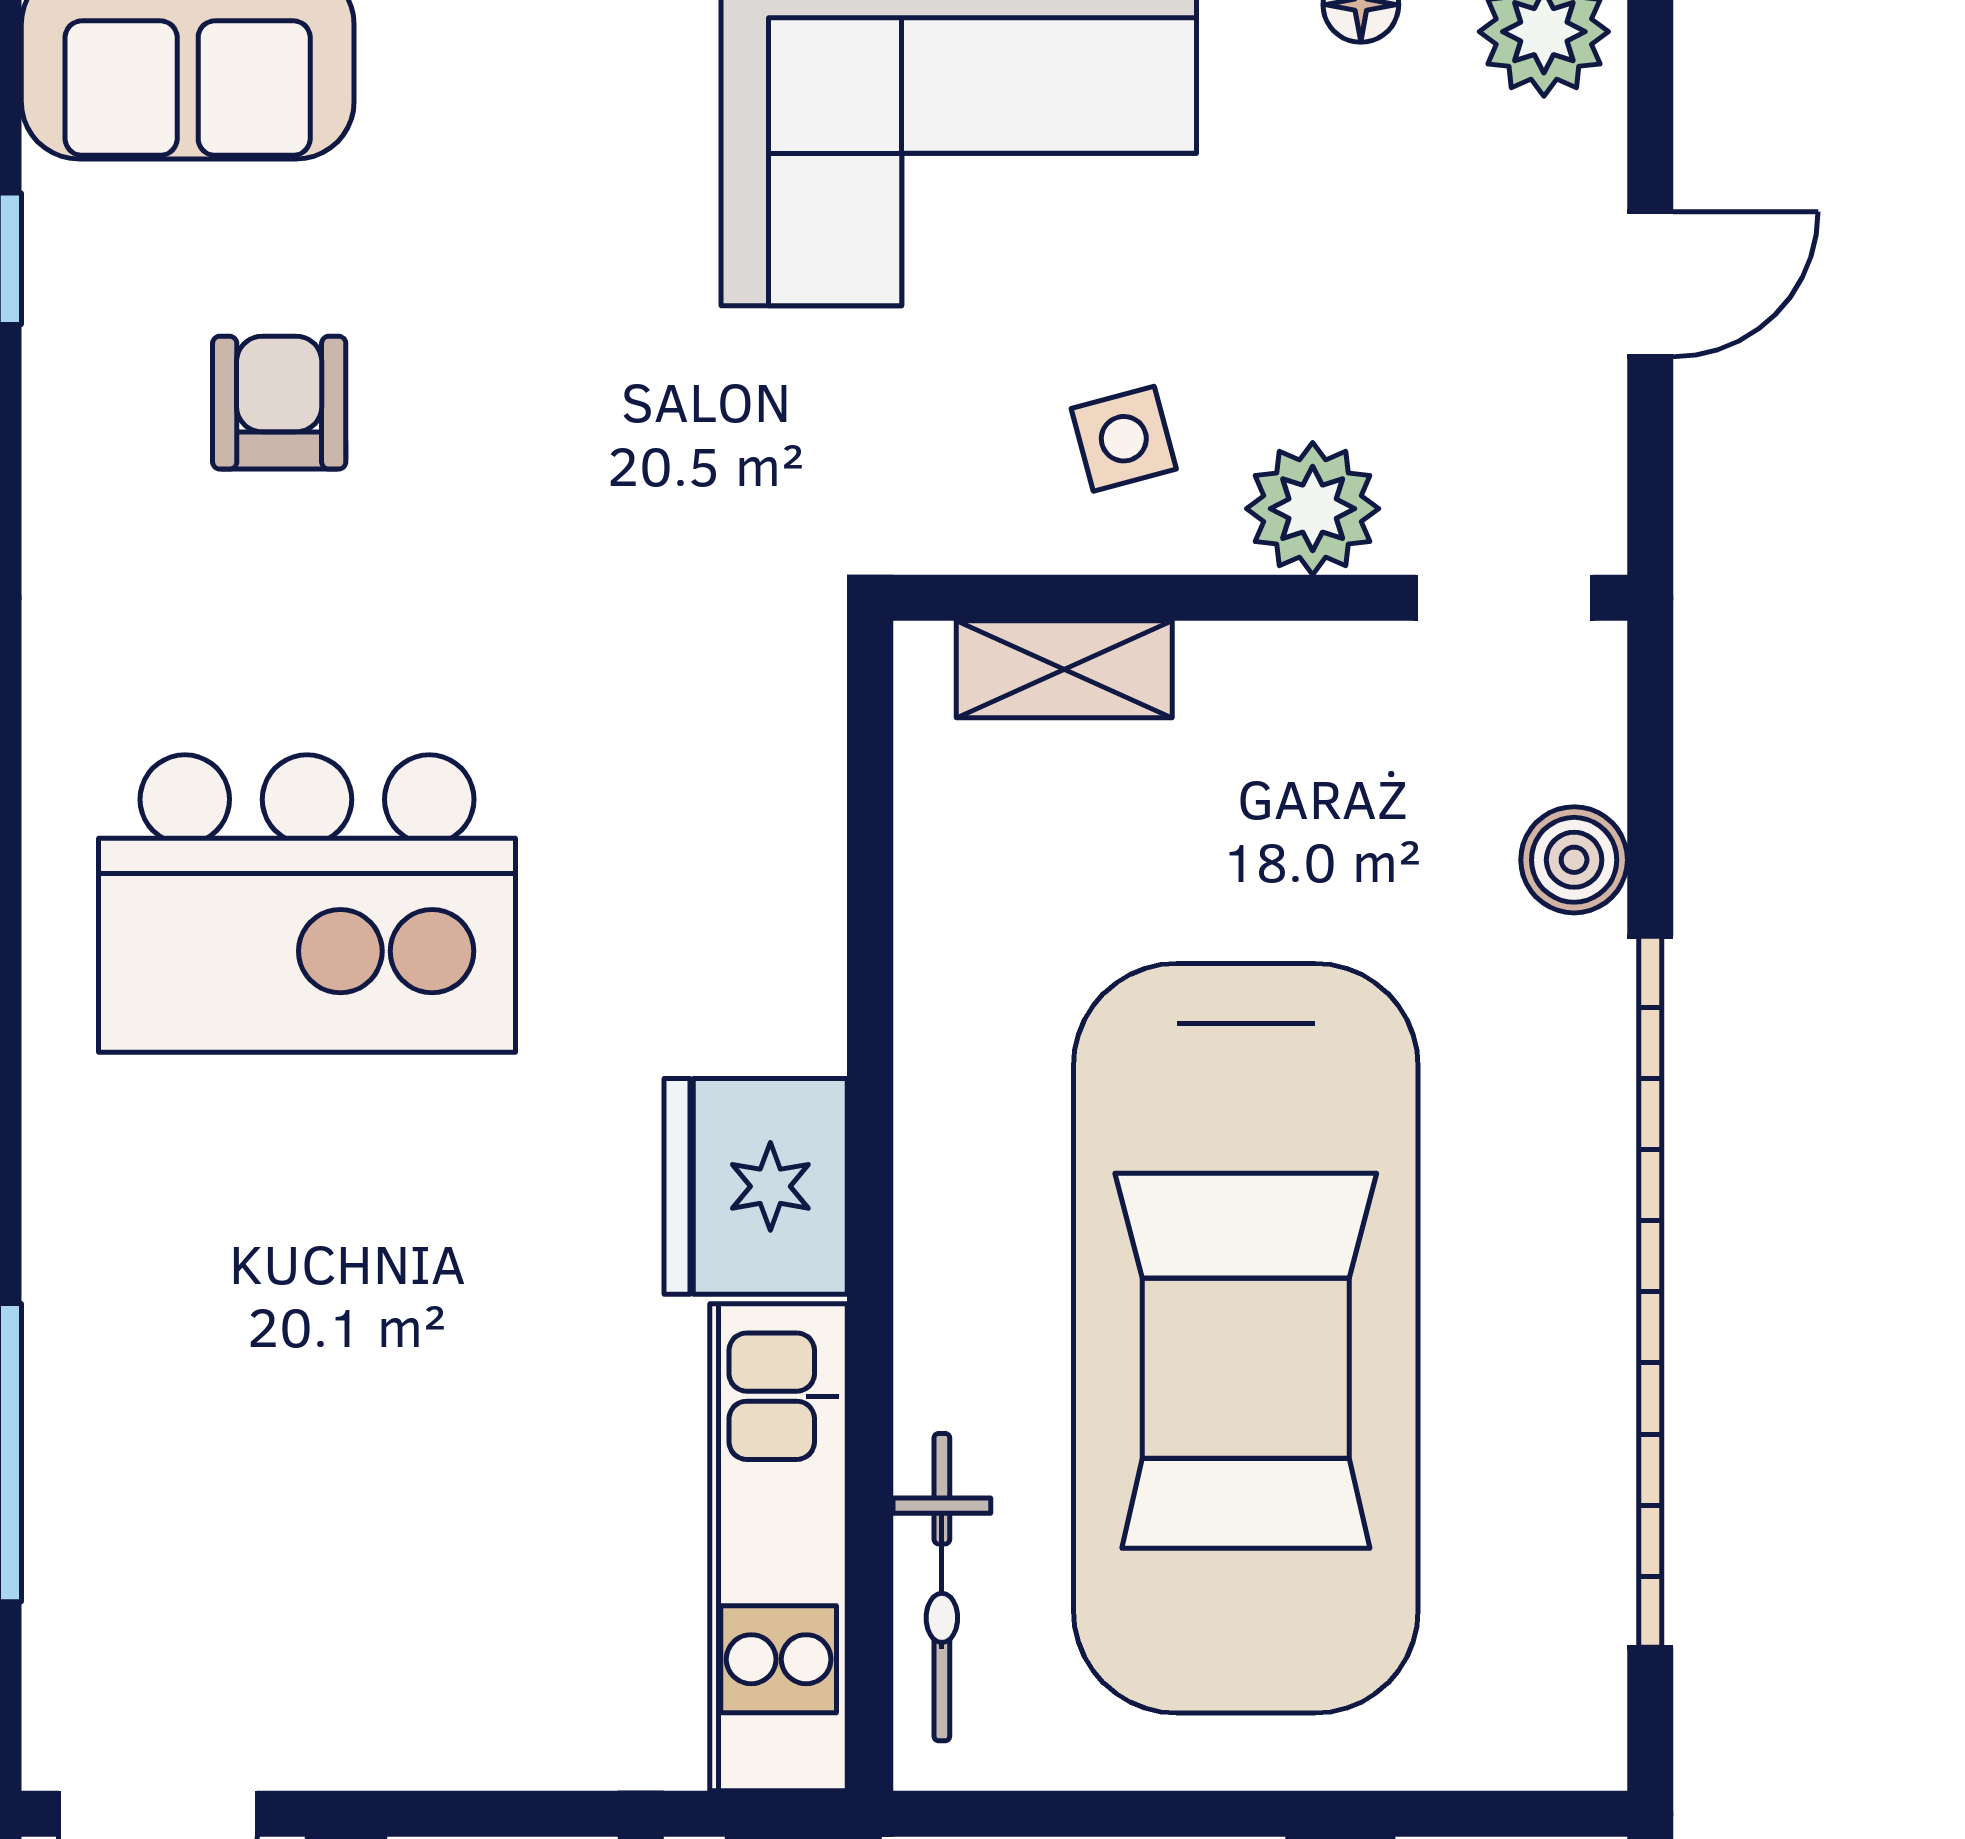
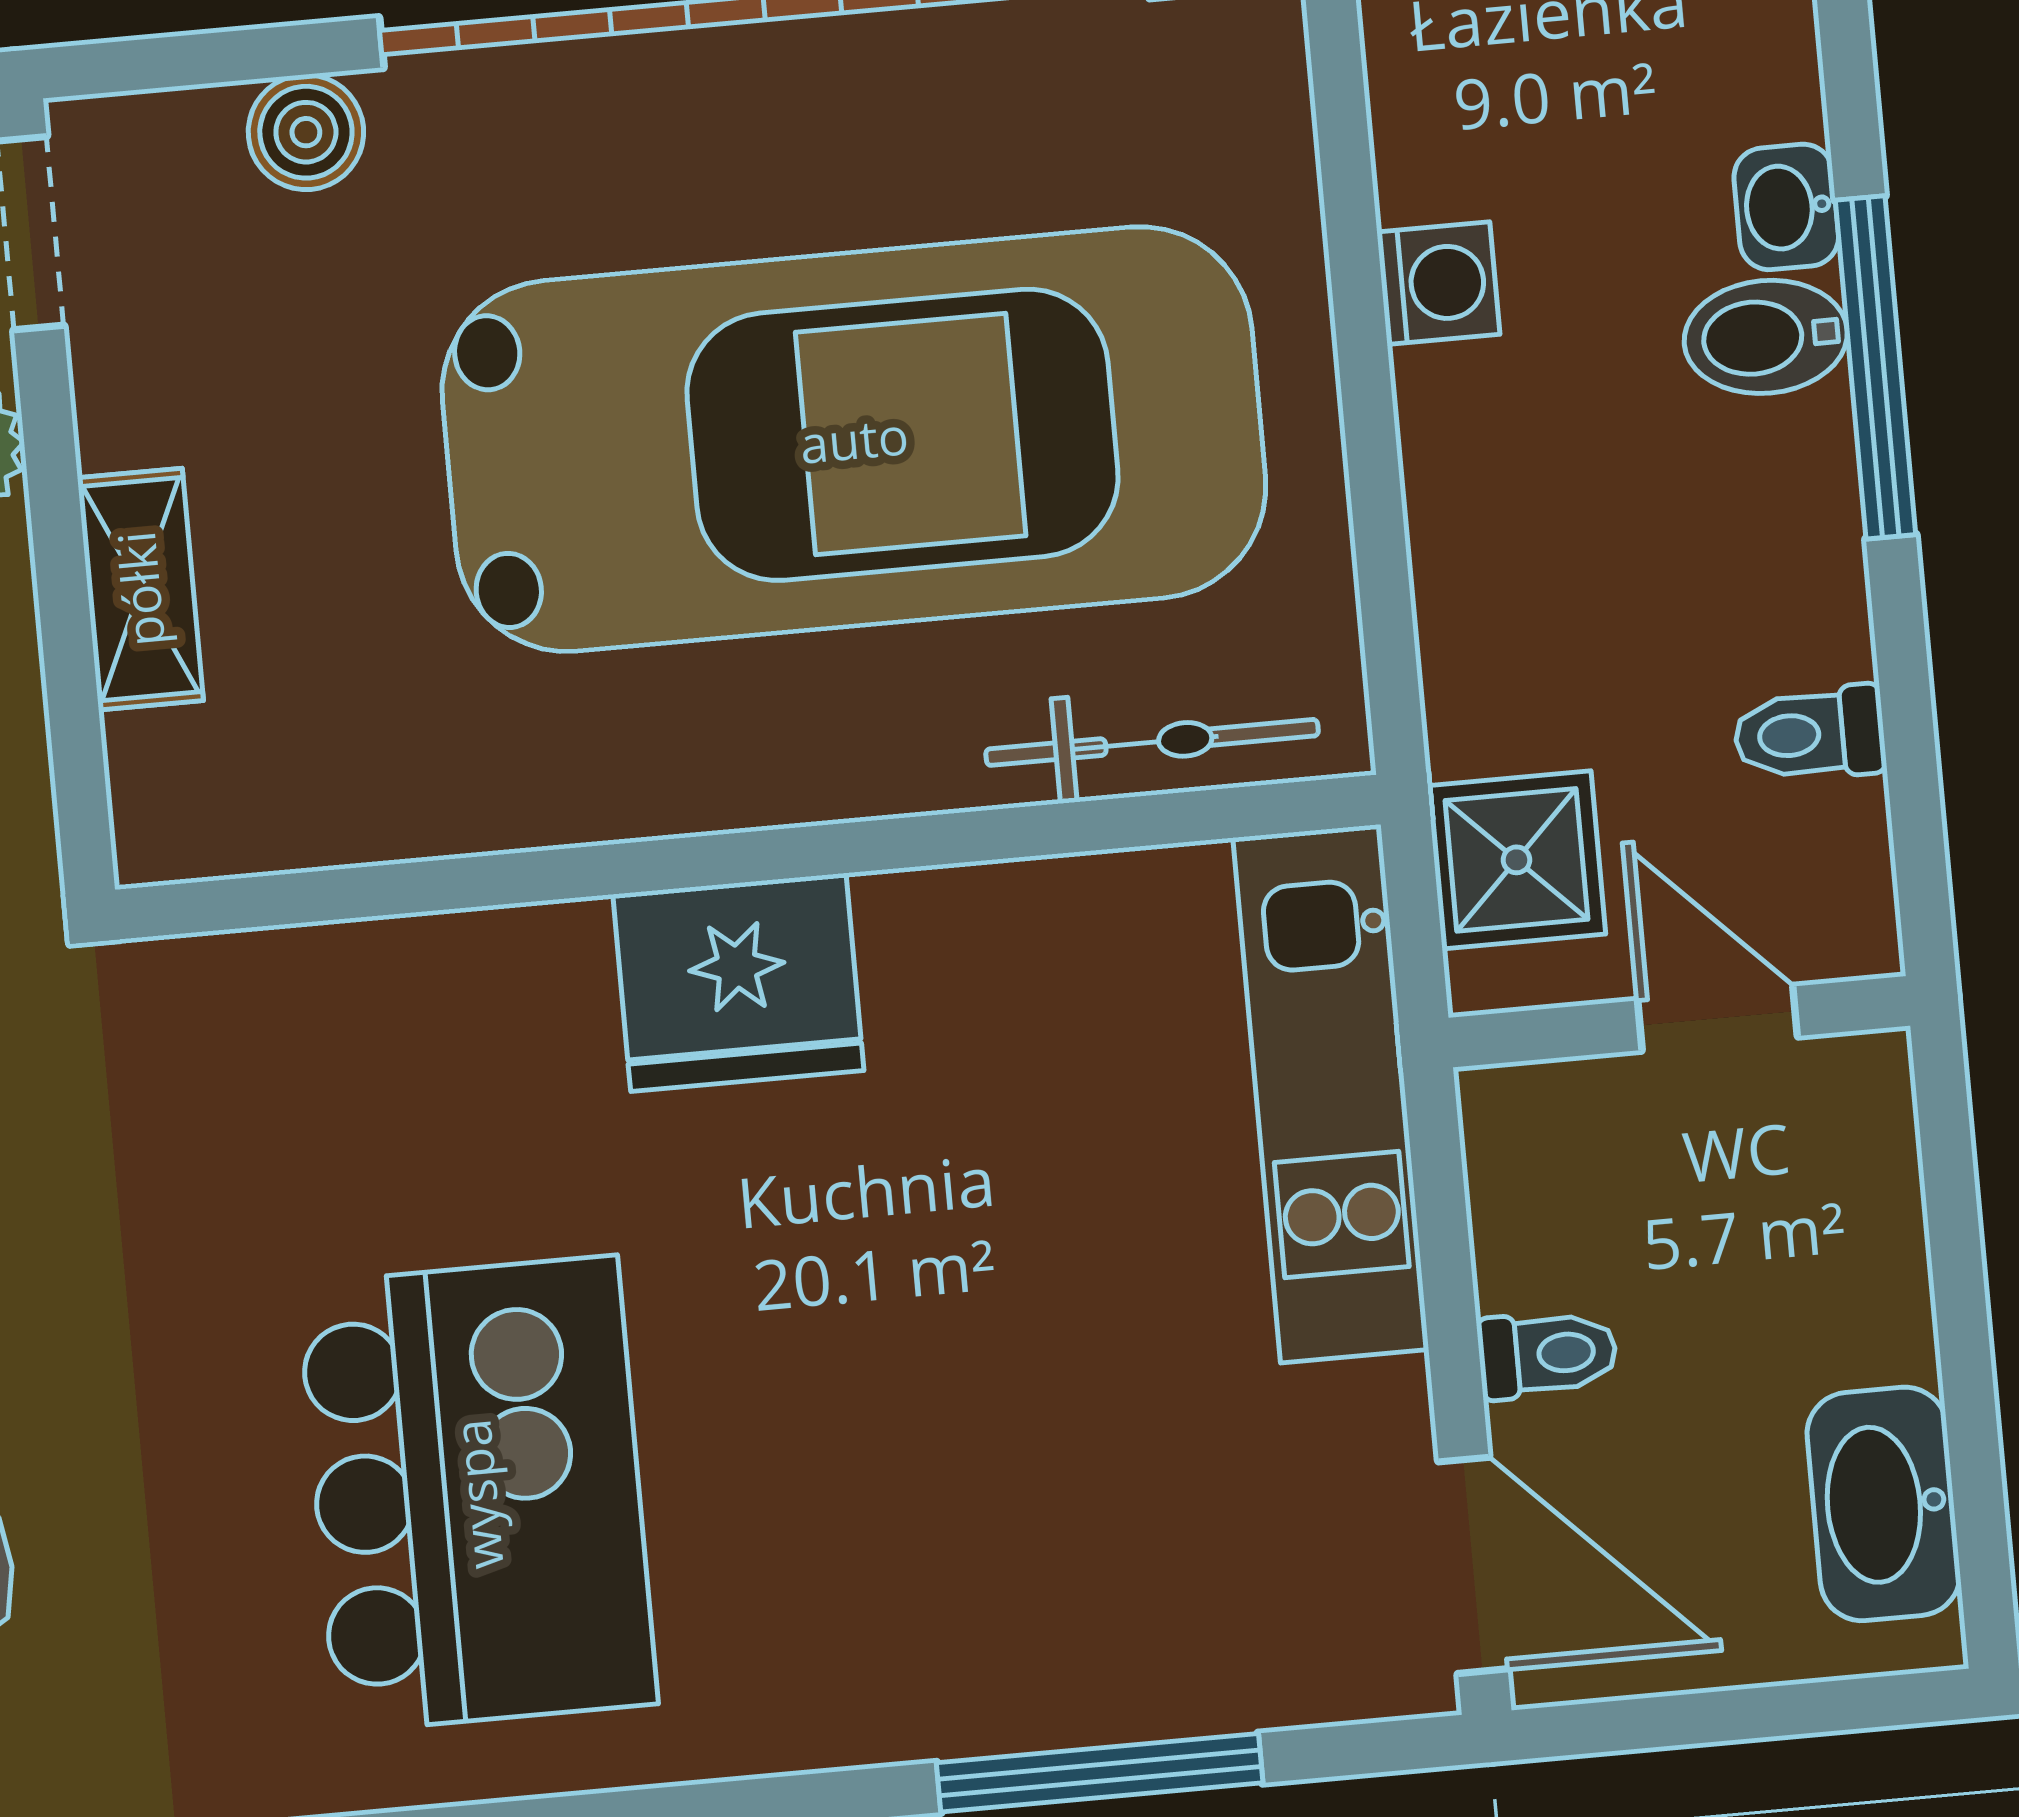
shelving: (1064, 669) -> (140, 589), moved
kitchen unit: (779, 1547) -> (1331, 1094), moved, turned 90

